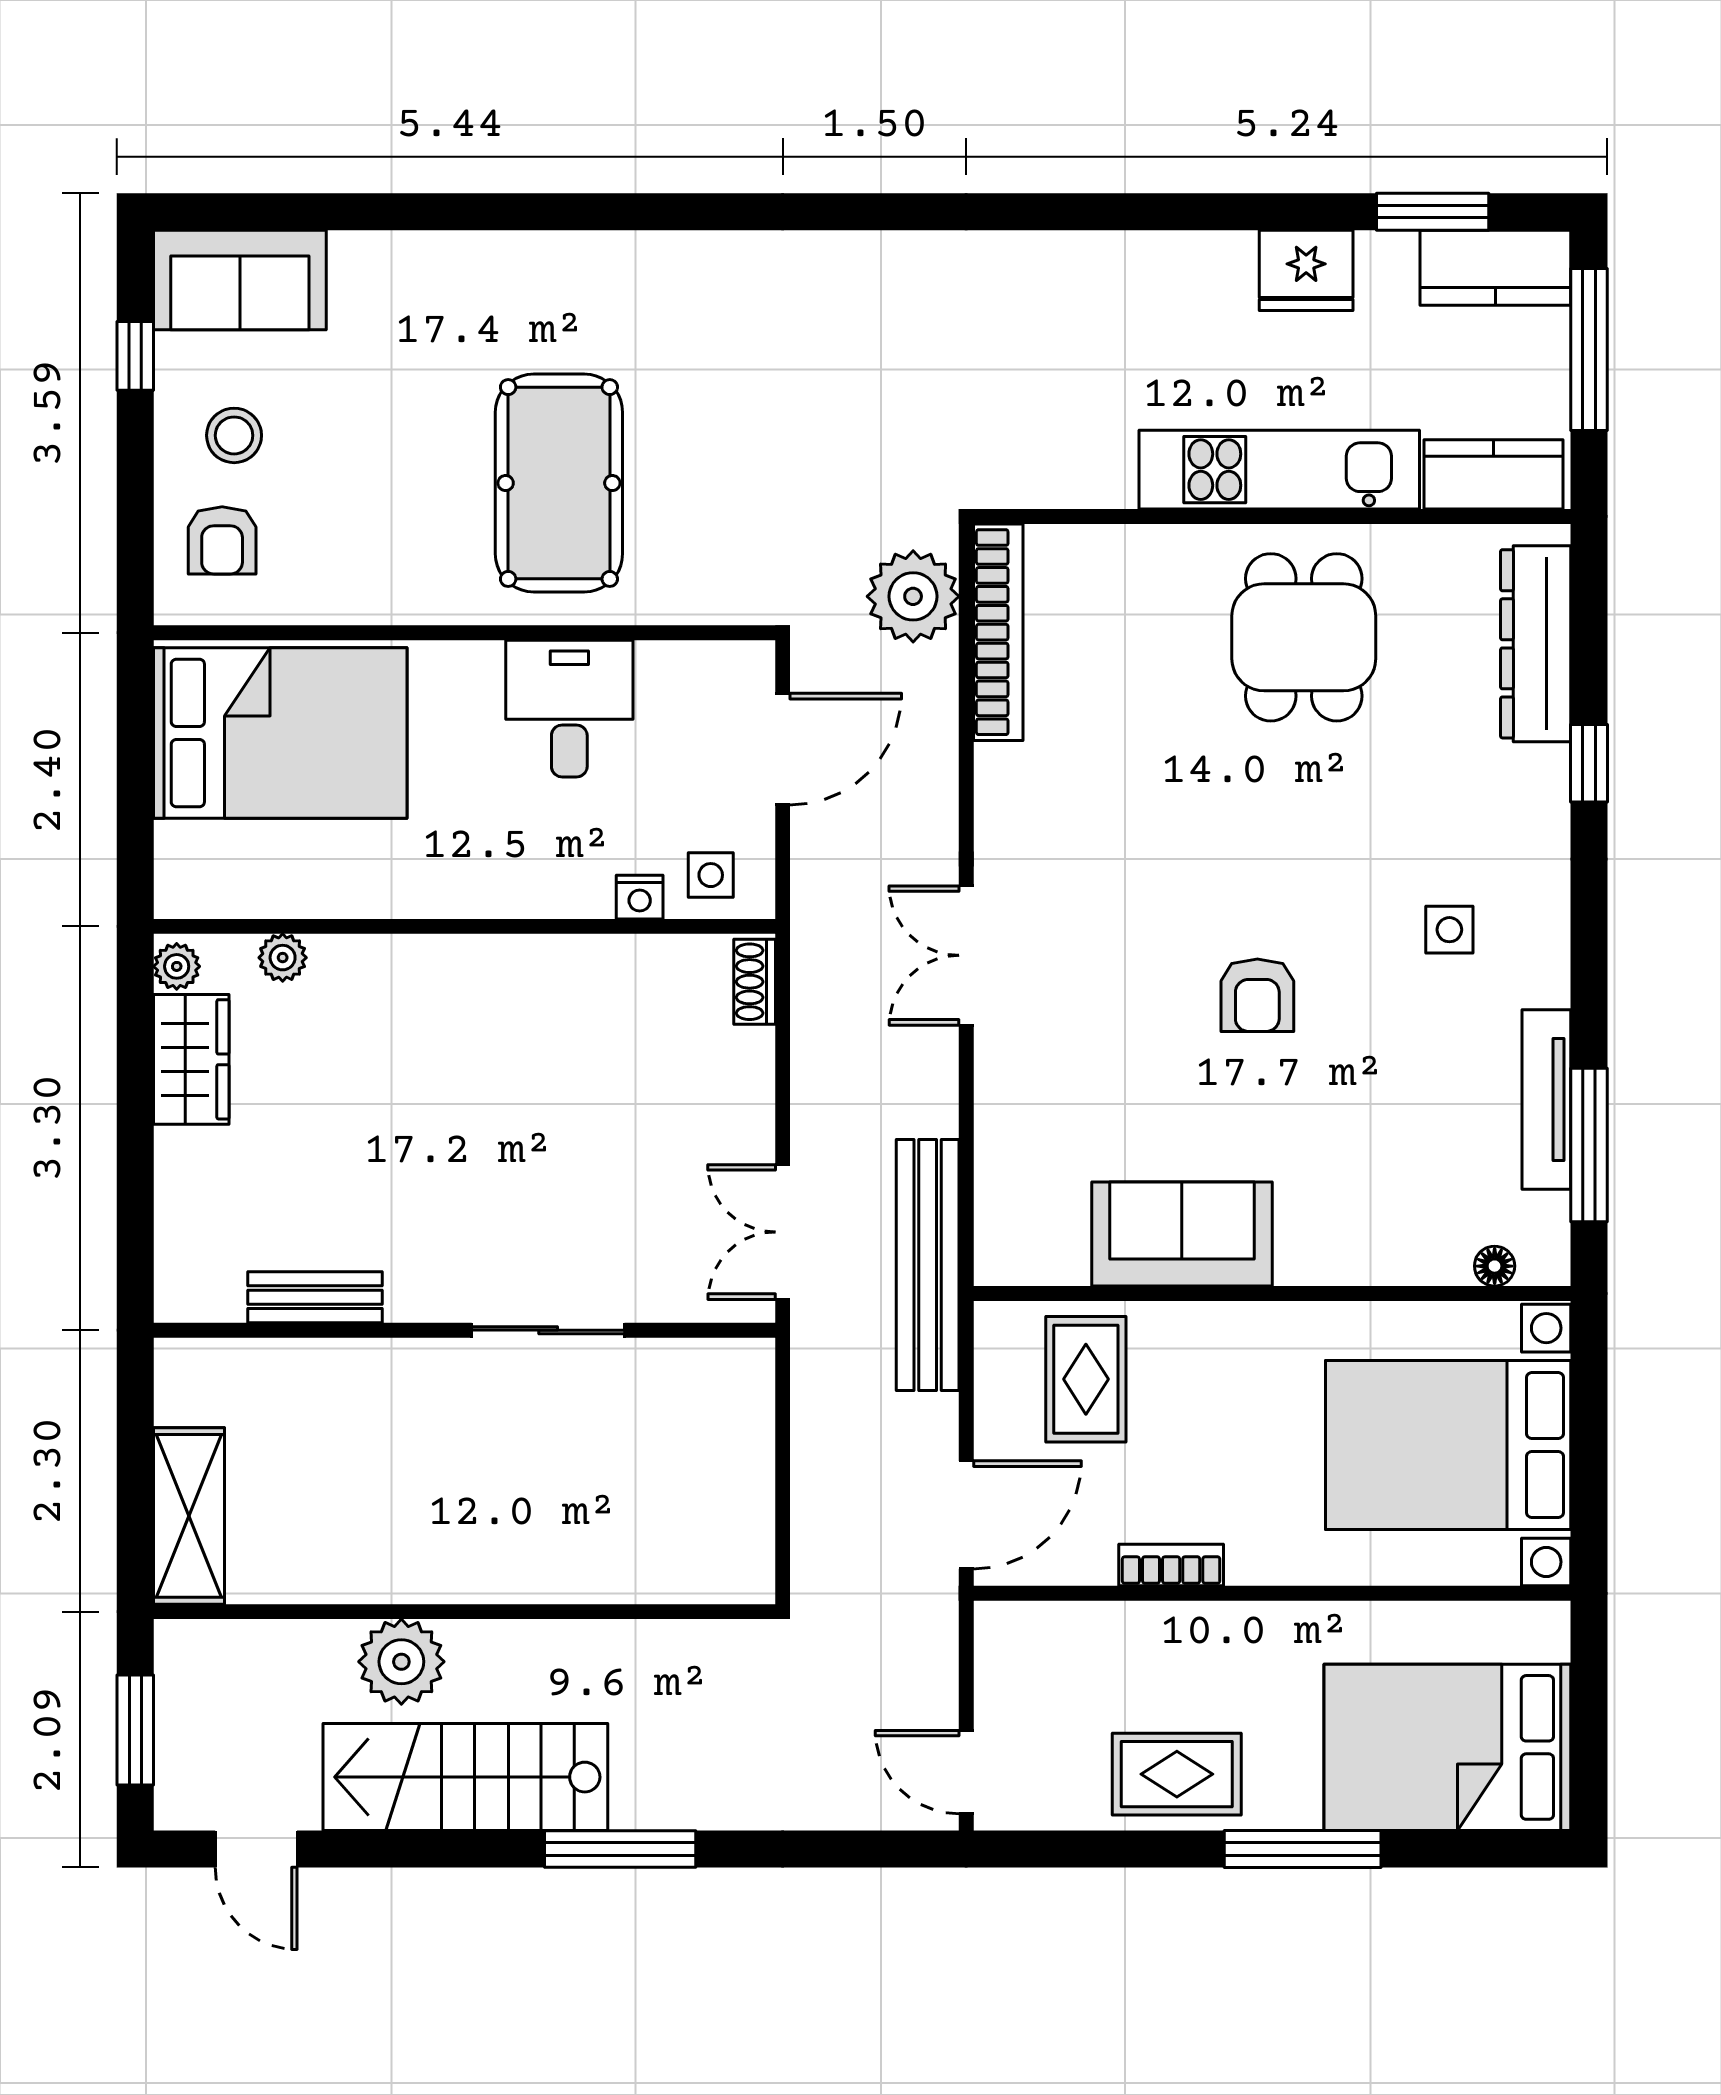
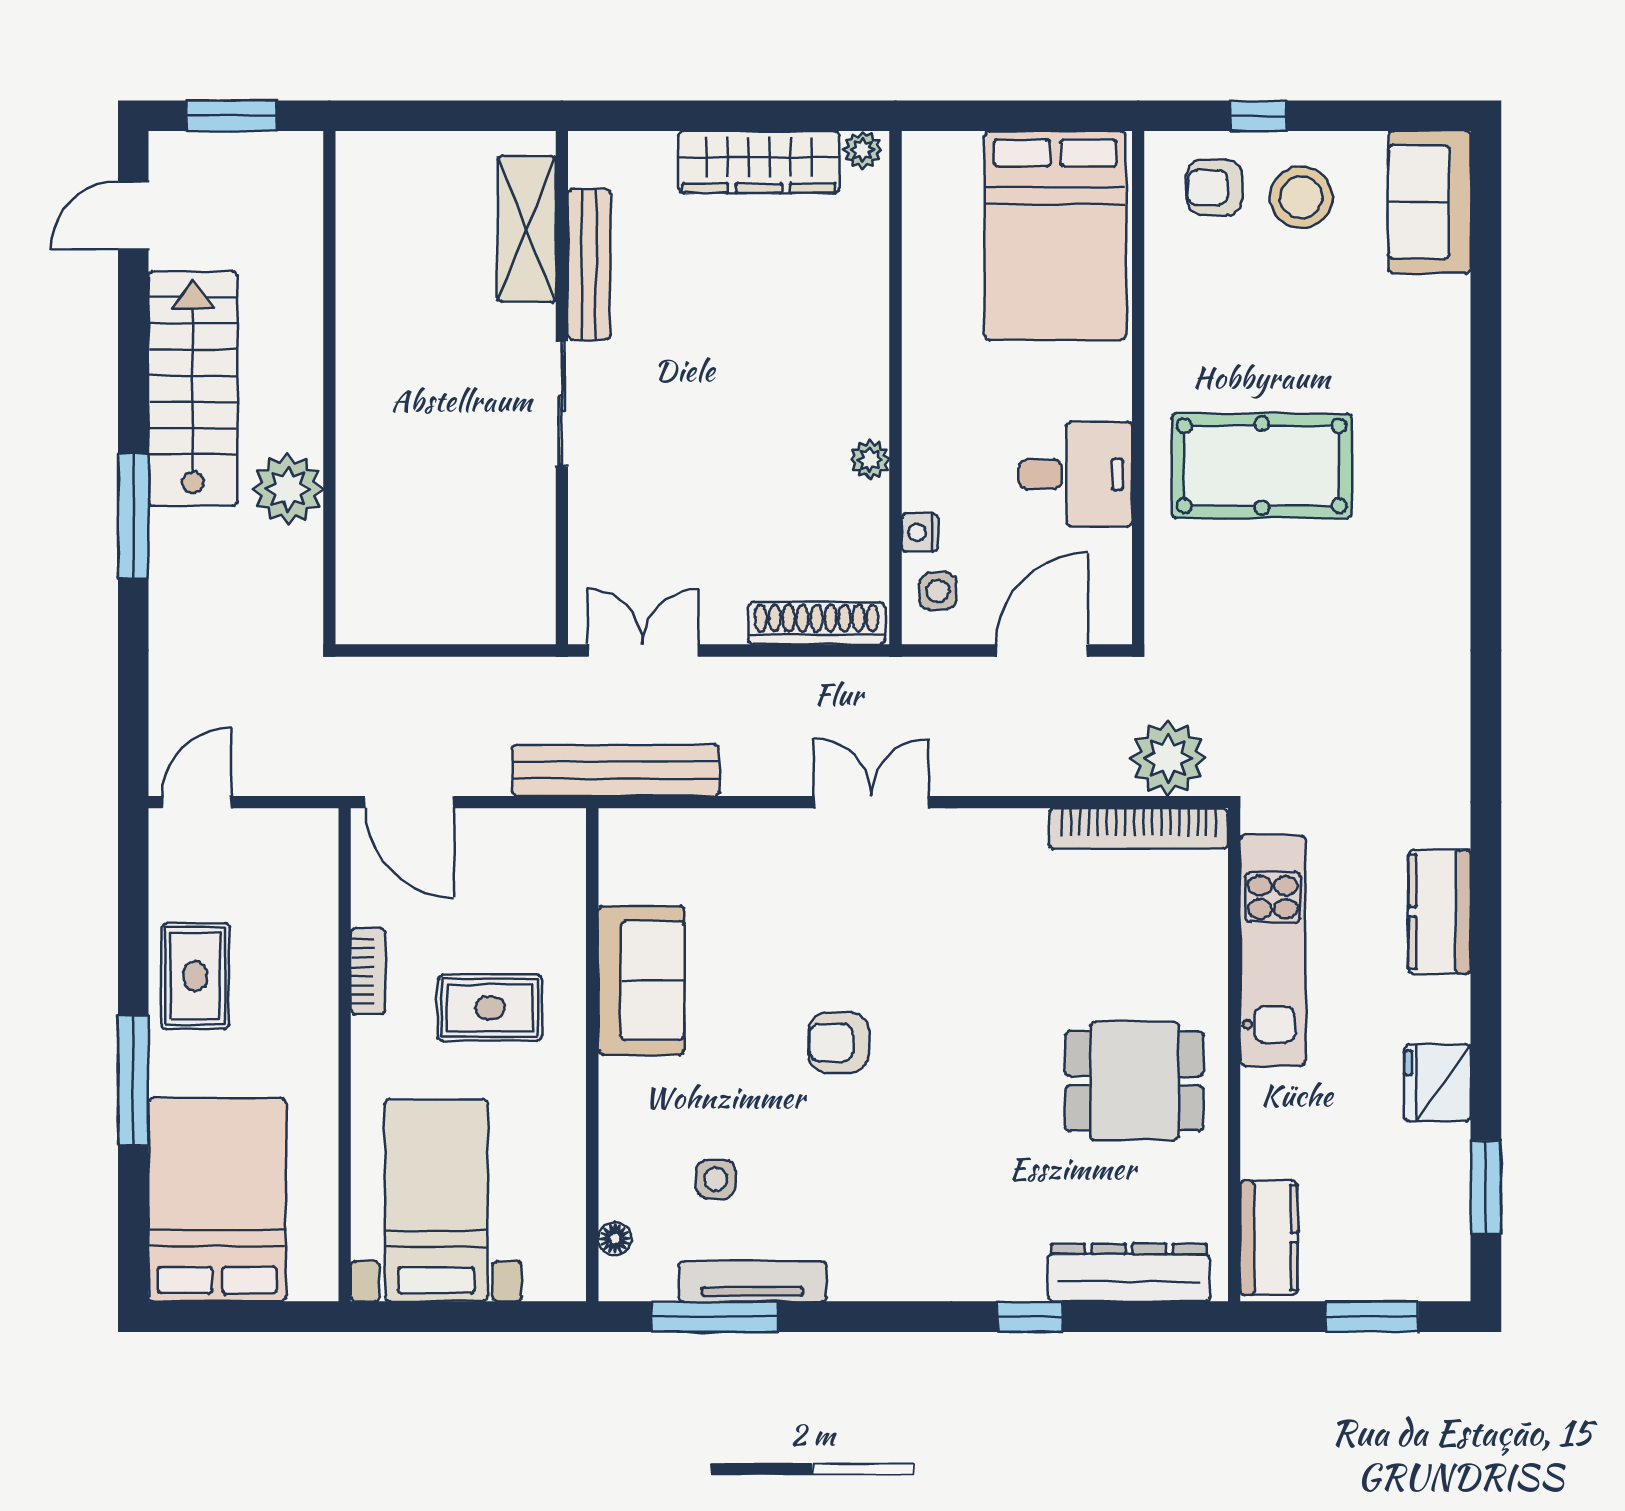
kitchen counter: (1495, 268) -> (1440, 912), moved
window: (1589, 350) -> (1372, 1317), width x0.69
window: (135, 356) -> (1259, 116), moved
stool: (234, 435) -> (1301, 197), width x1.38, depth x1.38
kitchen unit: (1279, 470) -> (1273, 951), moved
door: (783, 749) -> (1042, 650), swing flipped
side table: (1449, 930) -> (716, 1179), moved
plant: (283, 958) -> (870, 460), moved
shoe rack: (755, 982) -> (817, 623), width x1.94, depth x1.24
wardrobe: (191, 1059) -> (759, 162), width x1.50
bench: (315, 1297) -> (589, 264), width x1.36
sliding door: (548, 1330) -> (562, 403), moved
rug: (1086, 1379) -> (490, 1008), moved
bed with nightstands: (1448, 1445) -> (436, 1200), width x0.73
shelving: (189, 1516) -> (527, 229), moved, turned 90
plant: (401, 1662) -> (288, 489), moved

